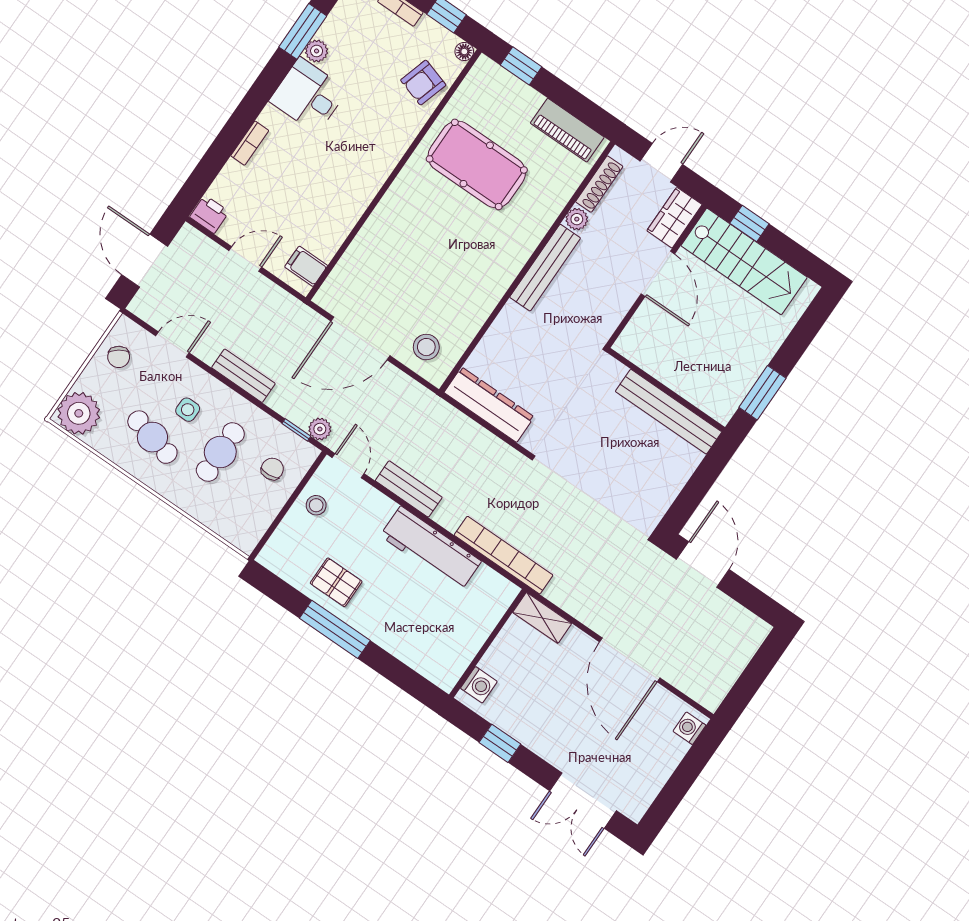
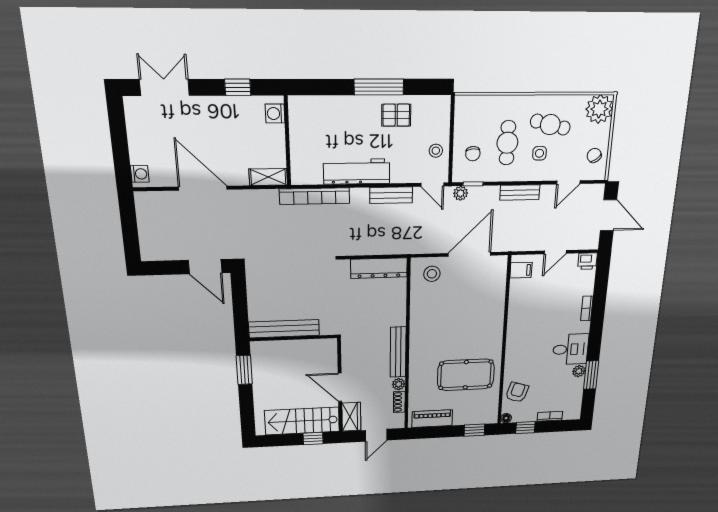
shoe rack: (599, 184) -> (399, 402), width x0.70

